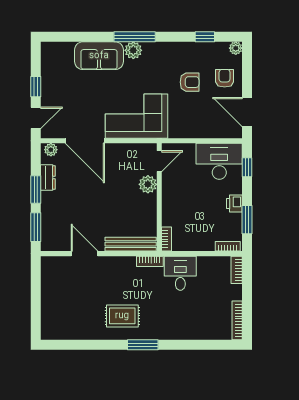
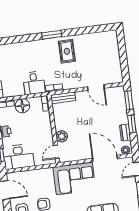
floor lamp: (203, 240) -> (22, 106), added
bench: (131, 244) -> (63, 98), width x0.73
rug: (122, 316) -> (67, 51), turned 90

